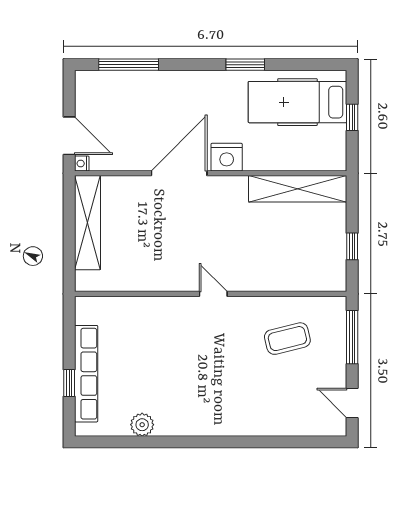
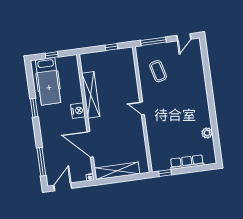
door: (69, 136) -> (63, 187), moved
door: (179, 173) -> (90, 144), moved
shelving: (298, 189) -> (91, 95), moved
door: (213, 294) -> (142, 108), hinge flipped
row of seats: (86, 374) -> (187, 162), width x0.73
window: (69, 383) -> (165, 173), moved

